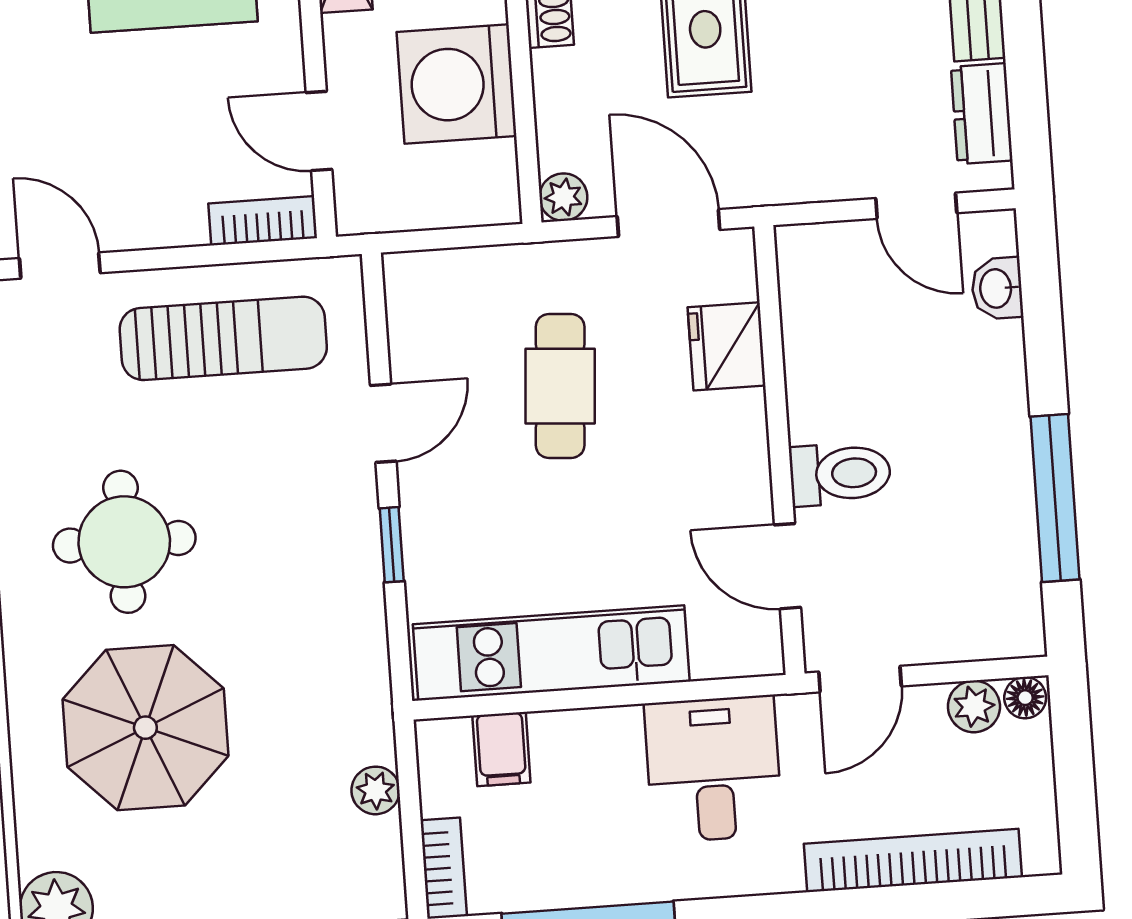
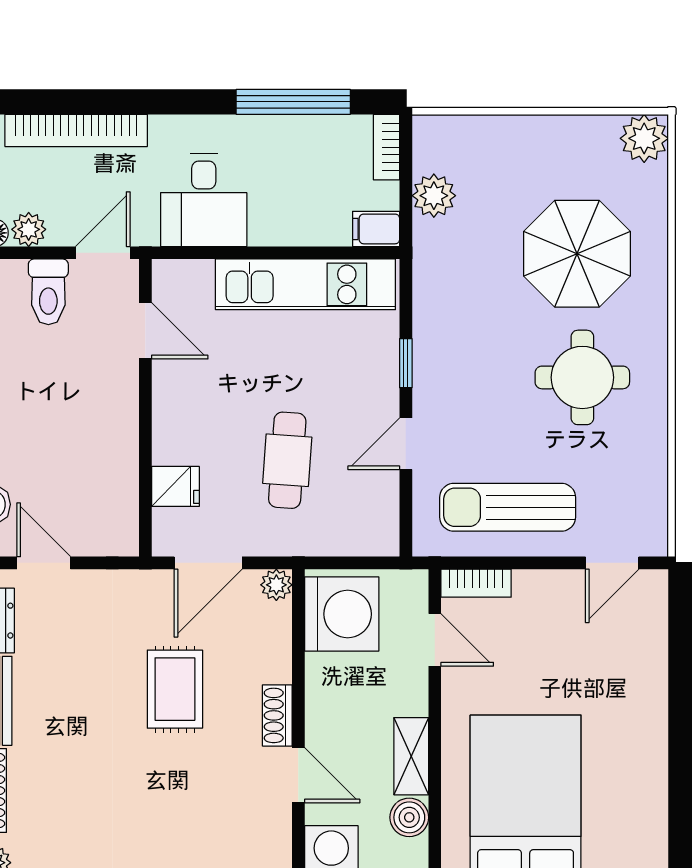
washing machine: (457, 84) -> (342, 614), moved
door: (669, 223) -> (208, 563), hinge flipped
door: (60, 266) -> (612, 563), hinge flipped
fridge: (727, 346) -> (175, 486), width x0.72
toilet: (840, 474) -> (48, 292), moved, turned -90
filing cabinet: (501, 749) -> (376, 229), moved, turned -90
plant: (376, 790) -> (434, 196), width x1.38, depth x1.38

